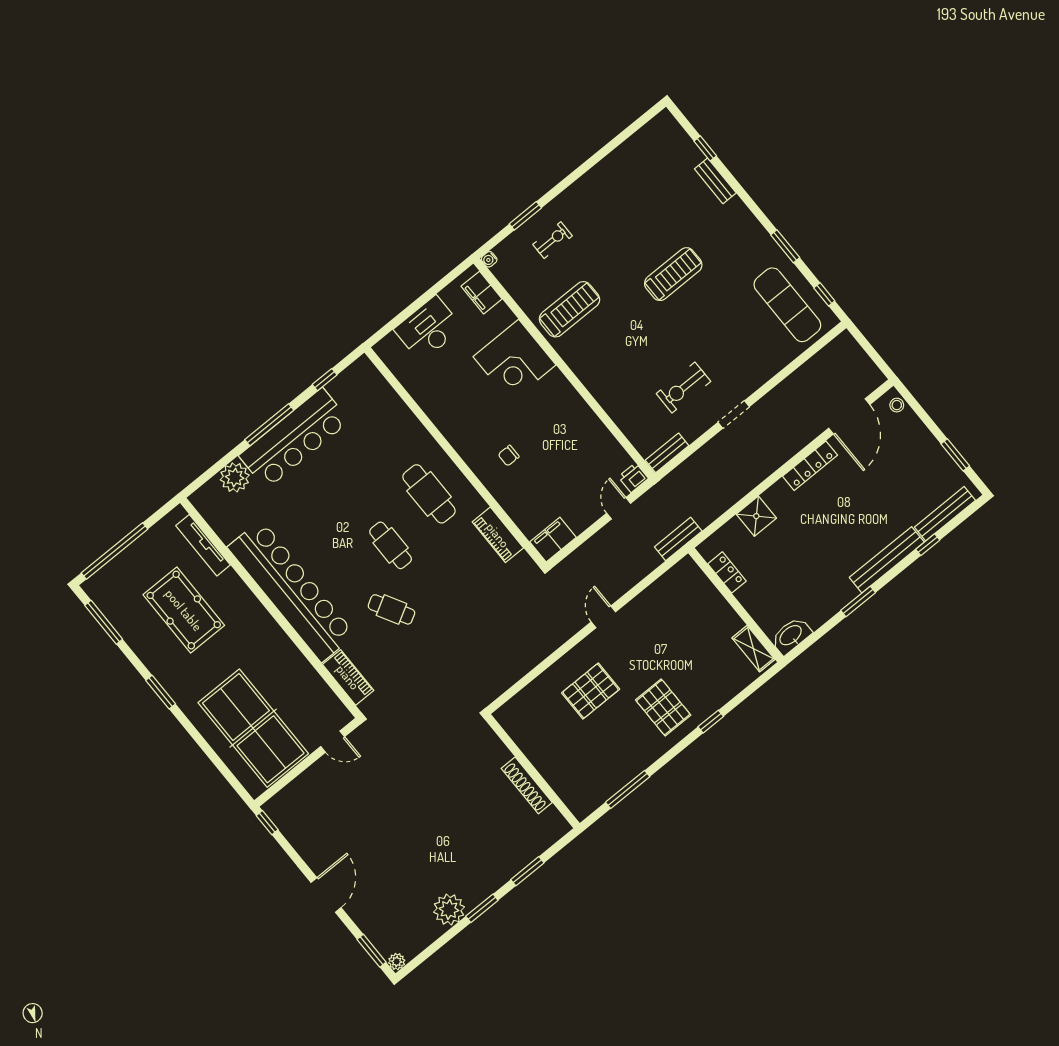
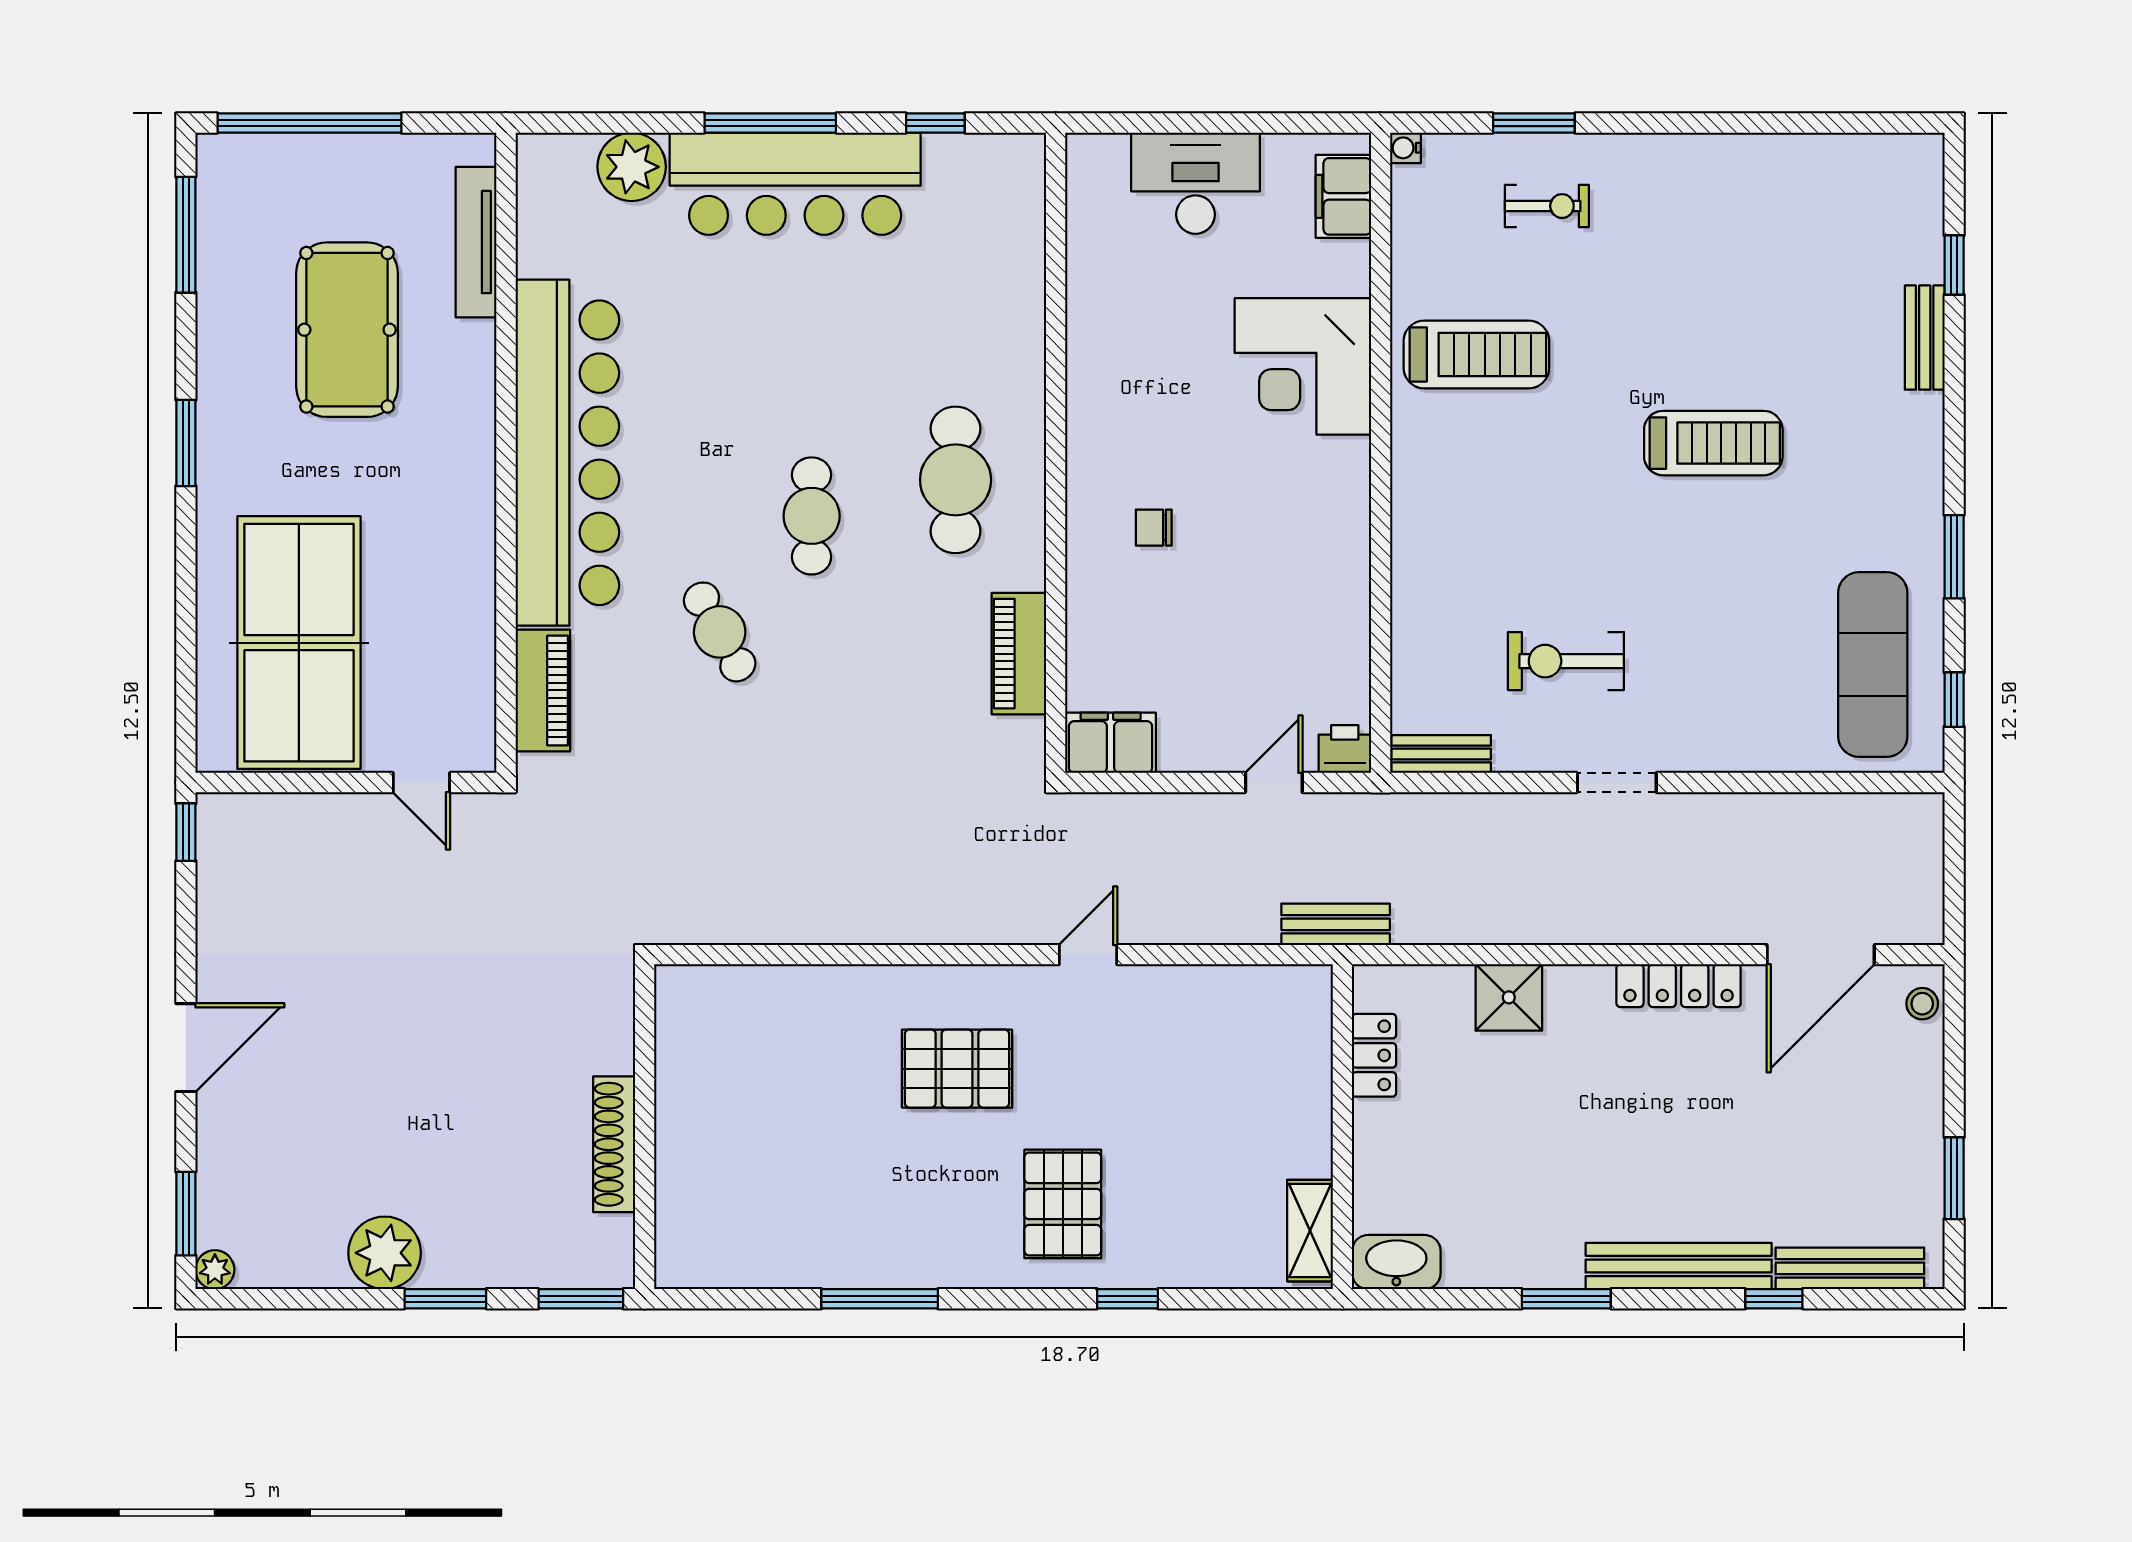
wall: (532, 771) -> (645, 1127), moved
shoe rack: (527, 785) -> (614, 1144), moved

